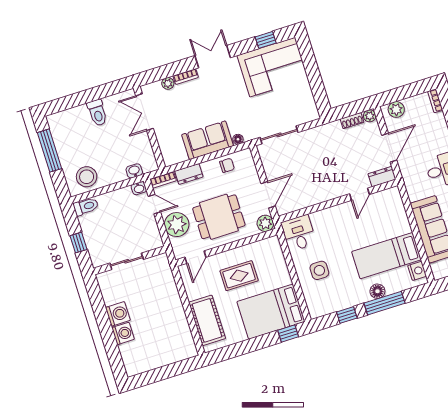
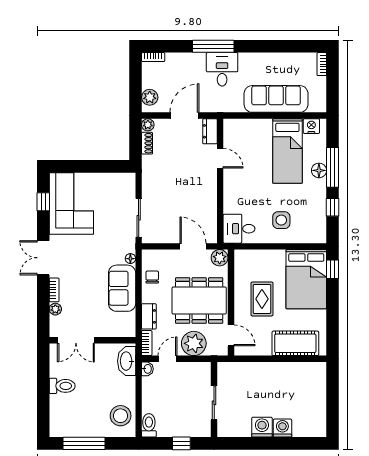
door: (389, 148) -> (184, 116), hinge flipped
washbasin: (134, 171) -> (127, 361), width x1.91, depth x1.45
dining table: (219, 217) -> (199, 301), width x1.38

